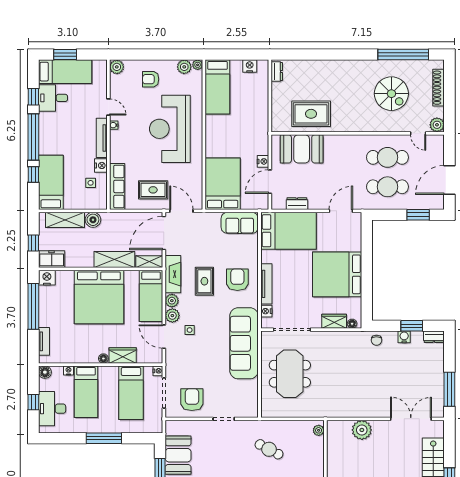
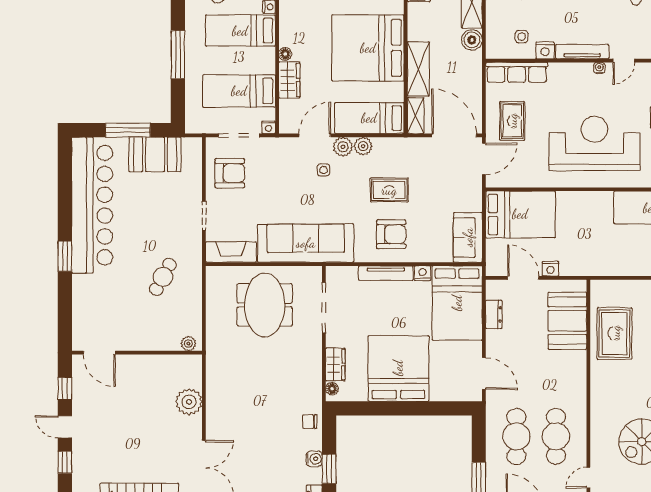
fireplace: (173, 274) -> (231, 252), moved, turned 180
nightstand: (266, 311) -> (423, 273), moved
meeting table: (290, 374) -> (265, 305), turned 90

